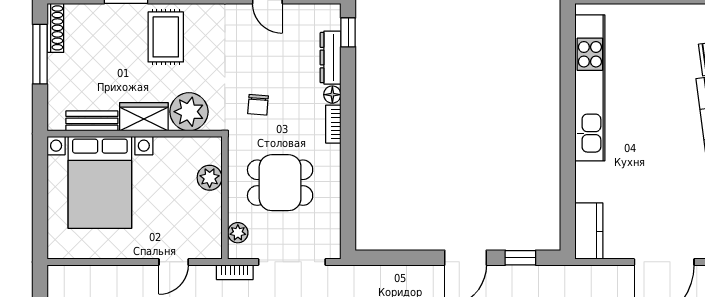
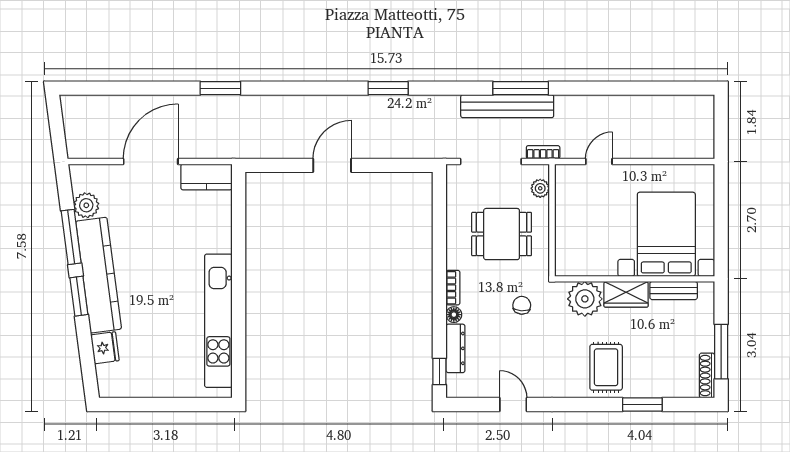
plant: (210, 178) -> (566, 239), removed
kitchen counter: (589, 231) -> (206, 177), moved, turned -90
window: (520, 258) -> (282, 165), removed

